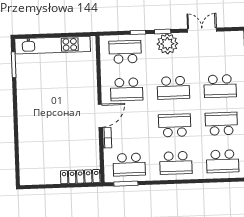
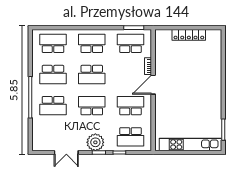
school desk: (220, 86) -> (53, 106), turned 180
locker: (80, 177) -> (189, 35), moved

